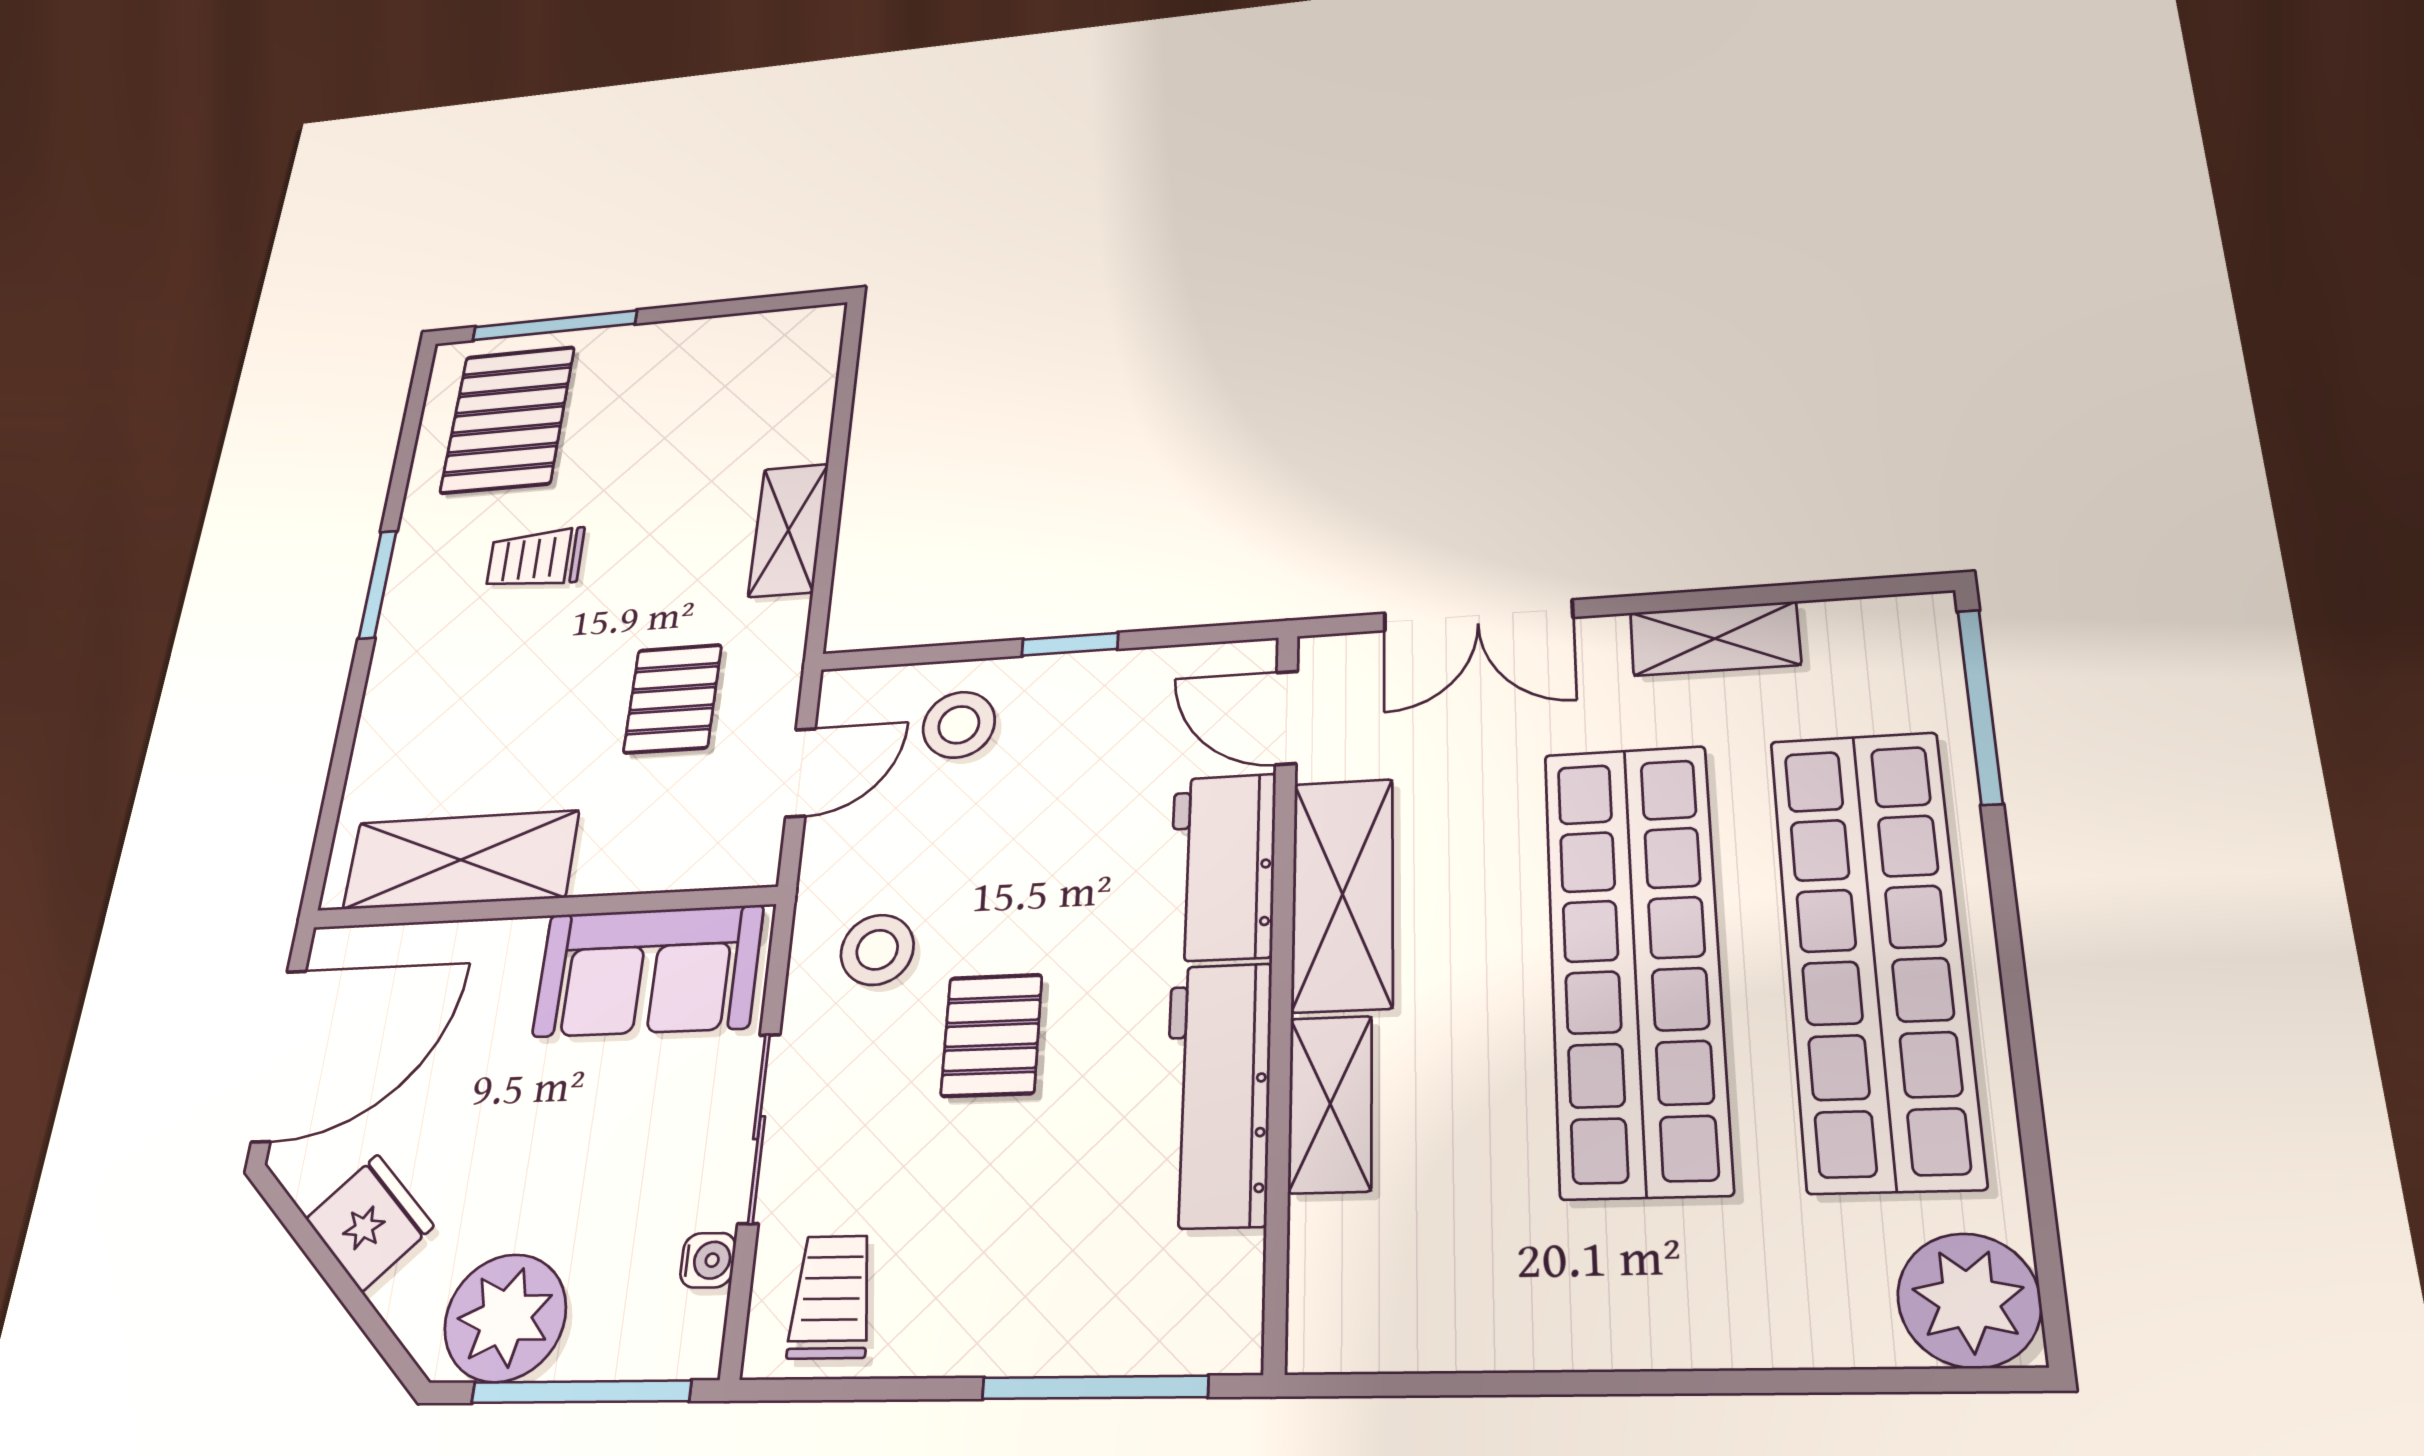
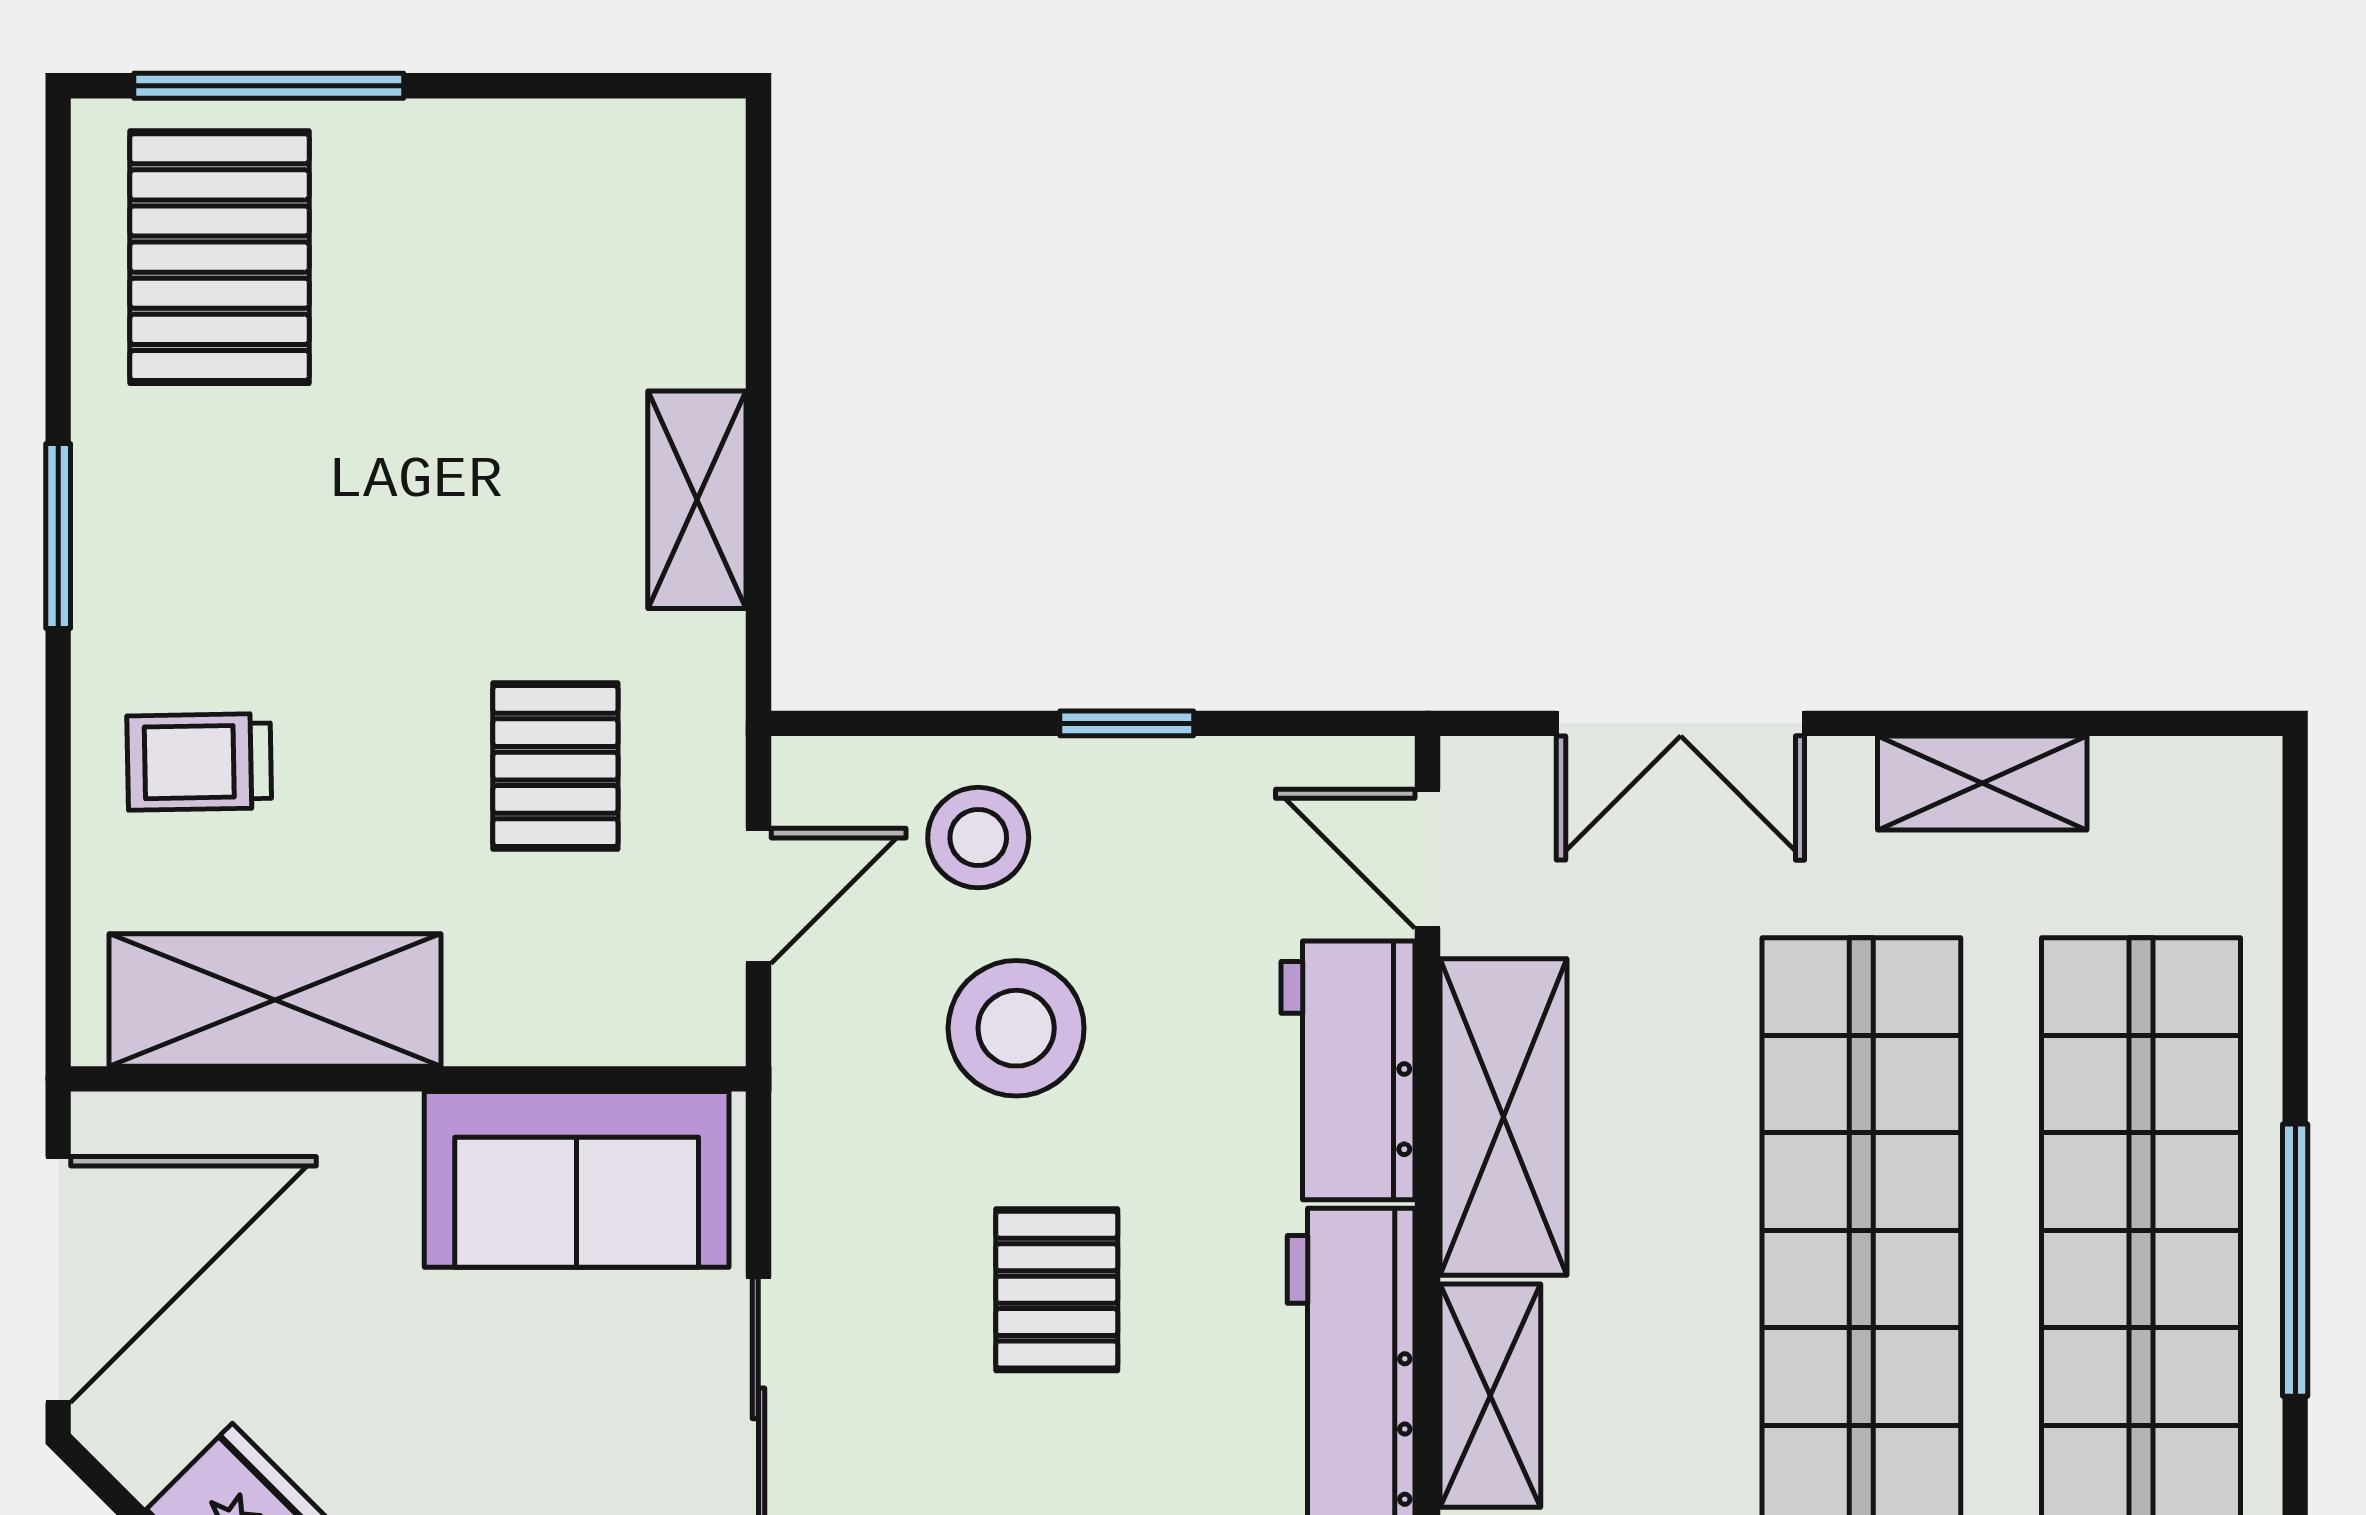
trolley: (535, 559) -> (199, 762), moved
window: (1980, 706) -> (2295, 1260), moved
stool: (877, 950) -> (1016, 1028), moved, width x1.38, depth x1.38

